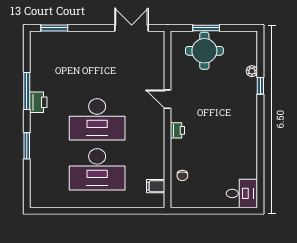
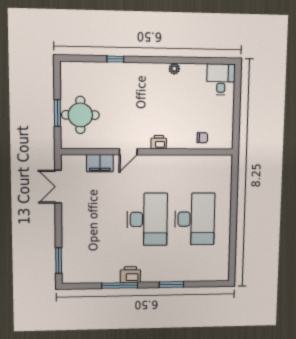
plant: (252, 71) -> (174, 69), moved
filing cabinet: (156, 186) -> (100, 163), moved, width x2.00

